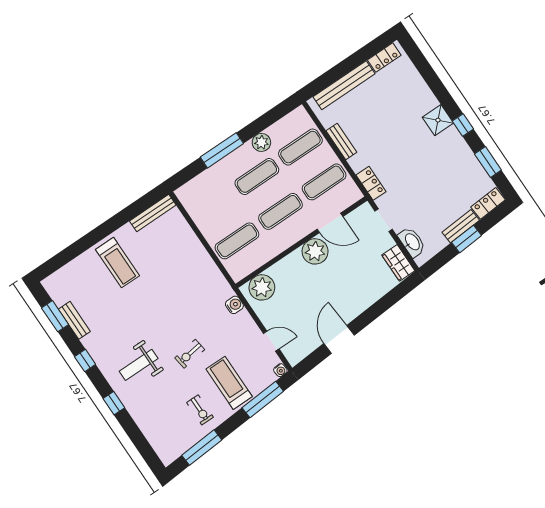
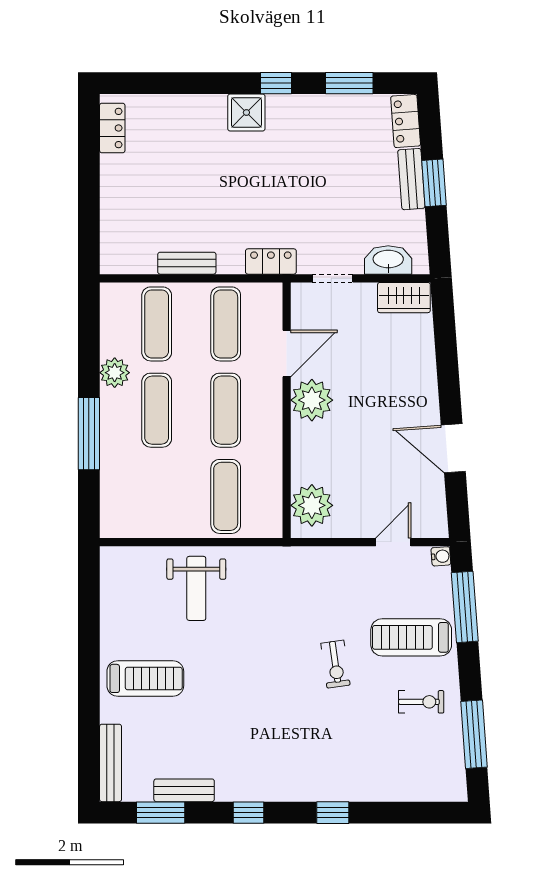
bench: (344, 85) -> (113, 208), removed
bench: (153, 213) -> (111, 763), moved
water cooler: (234, 305) -> (310, 559), removed
weight bench: (139, 365) -> (196, 588), moved

